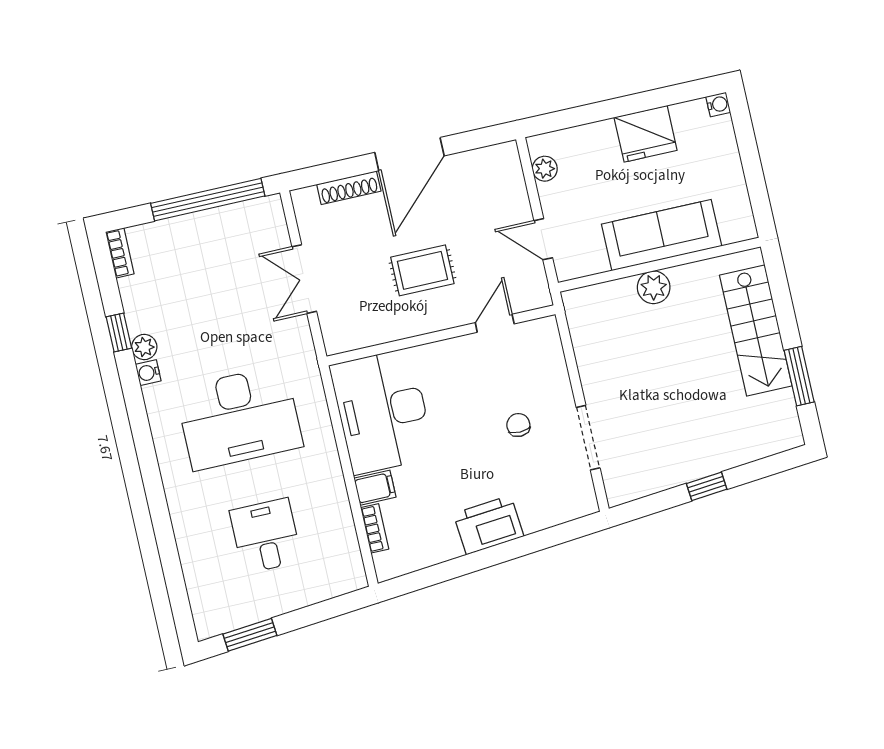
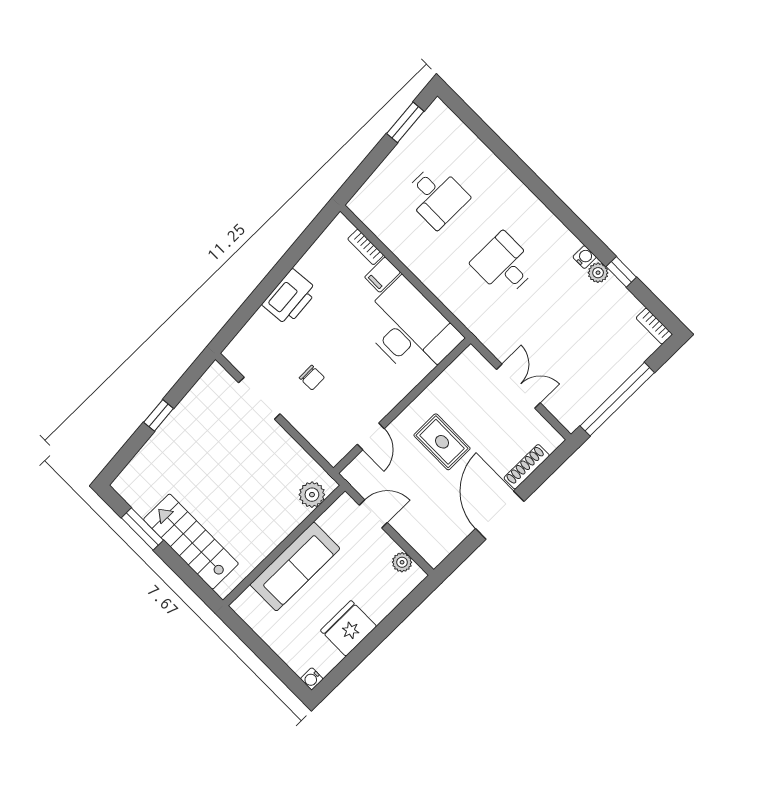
rug: (422, 270) -> (442, 442), turned 90
plant: (654, 287) -> (312, 495), moved
desk: (239, 418) -> (504, 265), width x0.53, depth x0.77

